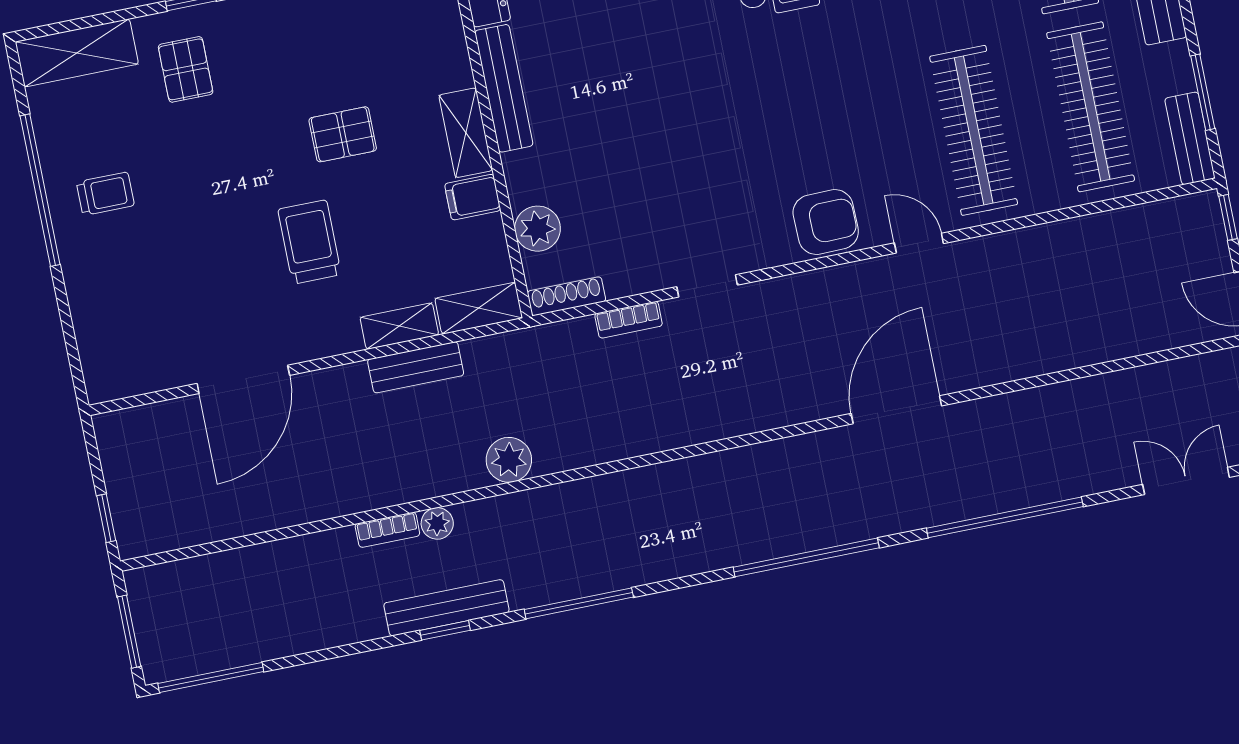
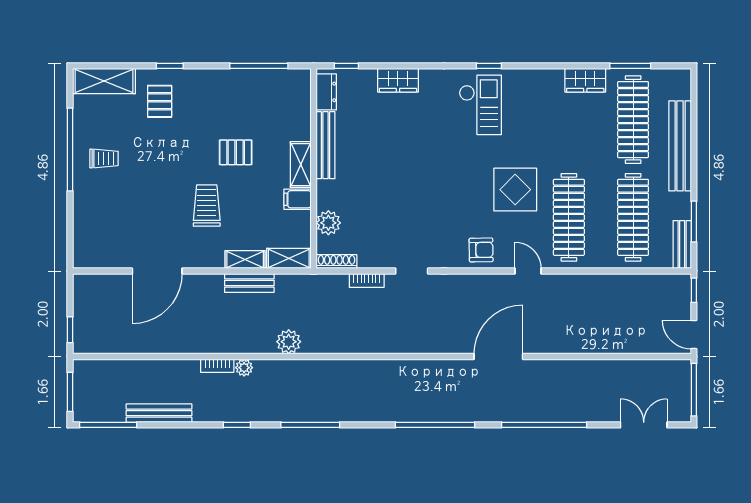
display table: (866, 100) -> (515, 190), added
armchair: (826, 222) -> (481, 250), width x0.72, depth x0.72
bench: (446, 608) -> (159, 413), moved

